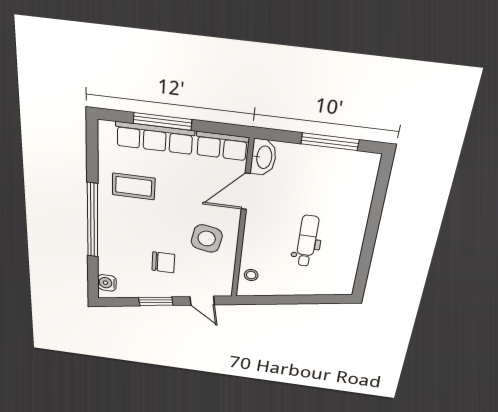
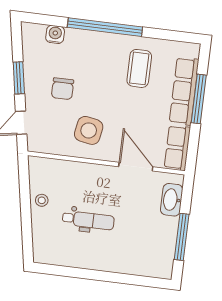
washbasin: (264, 157) -> (172, 200), moved, turned 90
stool: (251, 275) -> (42, 200), moved
water cooler: (107, 283) -> (55, 34), moved

